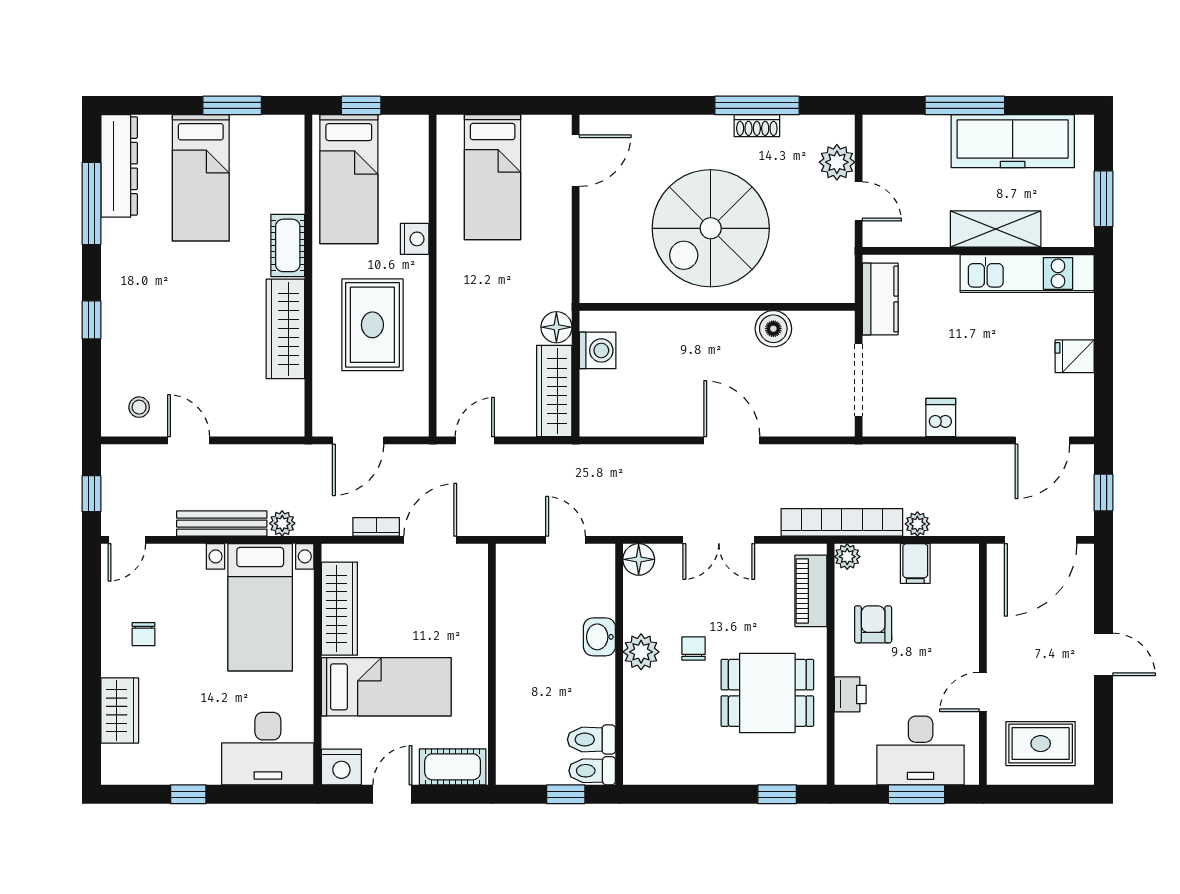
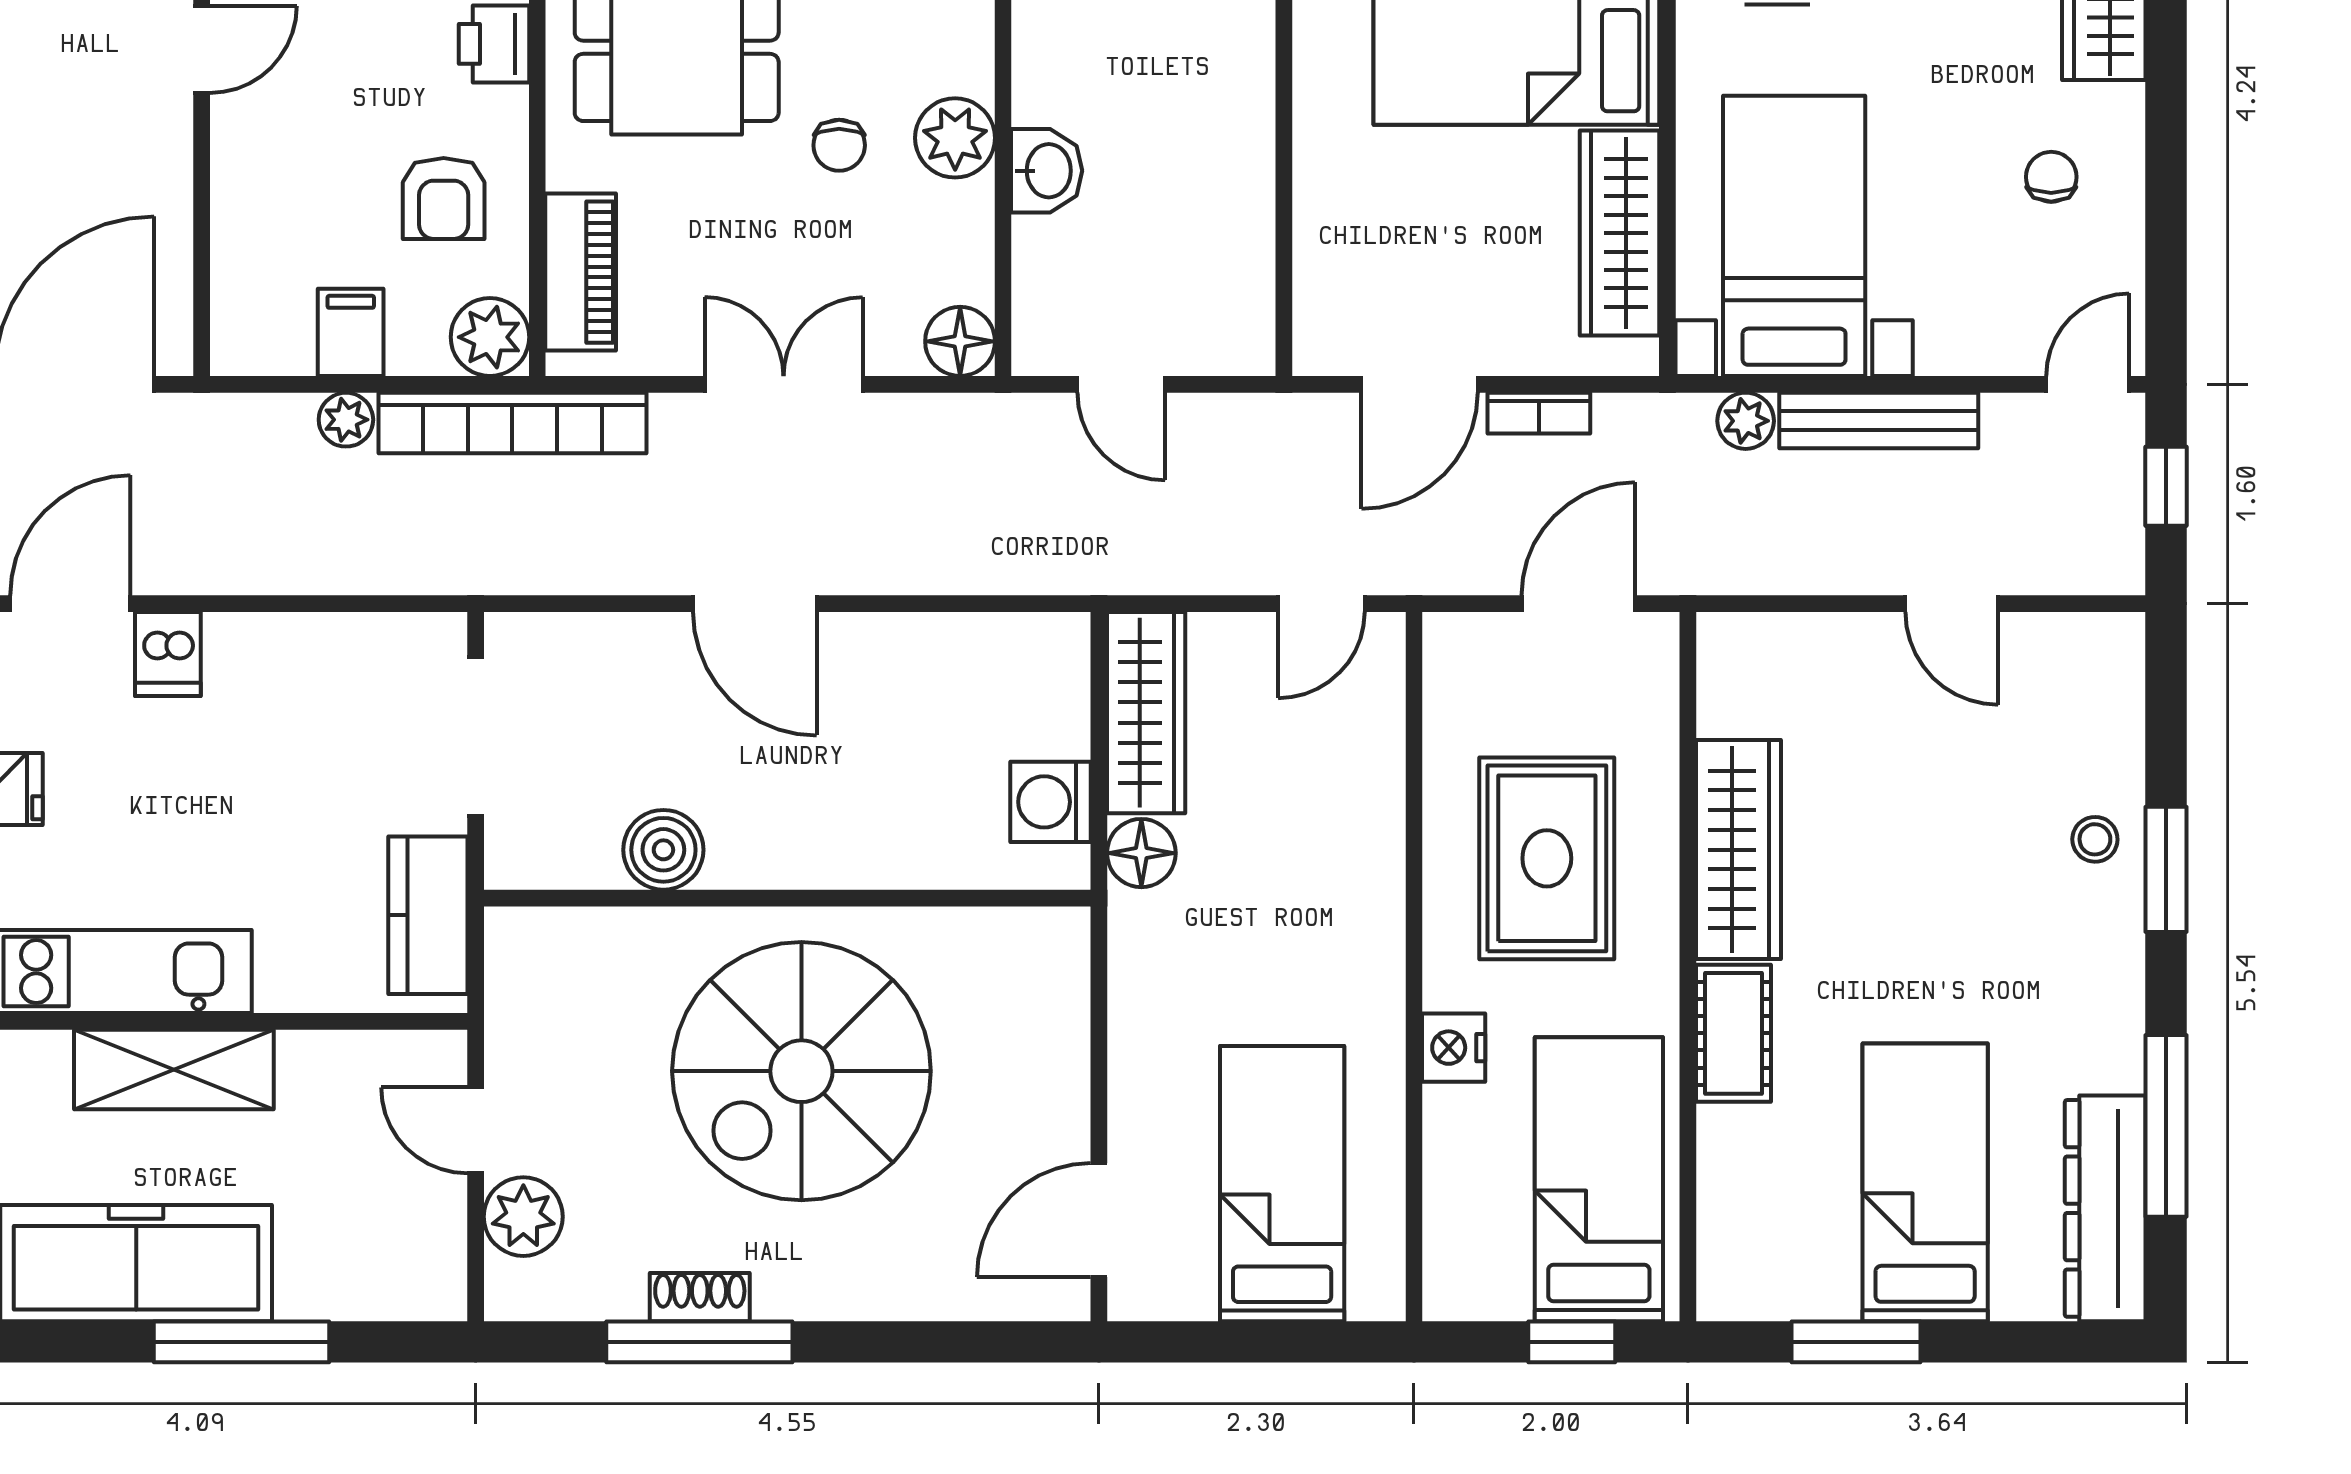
spiral stairs: (711, 228) -> (801, 1071), turned 180
window: (91, 320) -> (2166, 869), width x1.50
stool: (139, 407) -> (2095, 839), moved
dishwasher: (941, 418) -> (168, 654), moved
plant: (847, 557) -> (490, 337), width x1.38, depth x1.38

